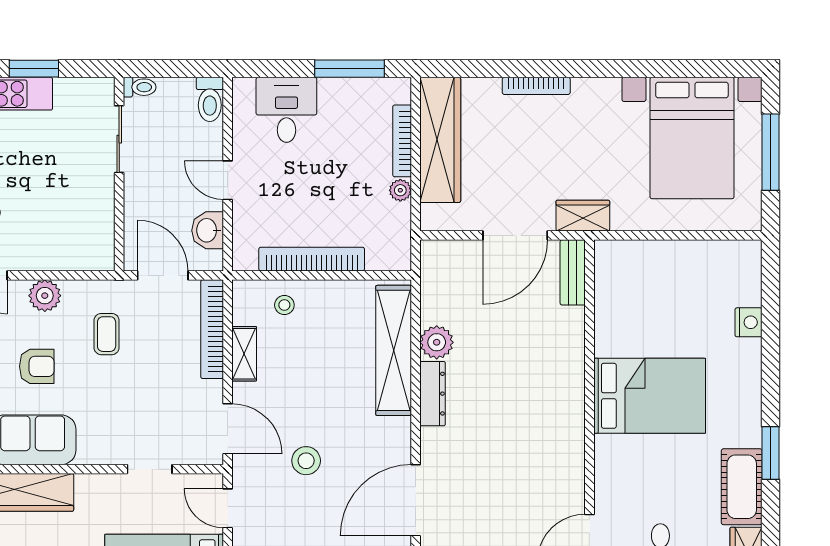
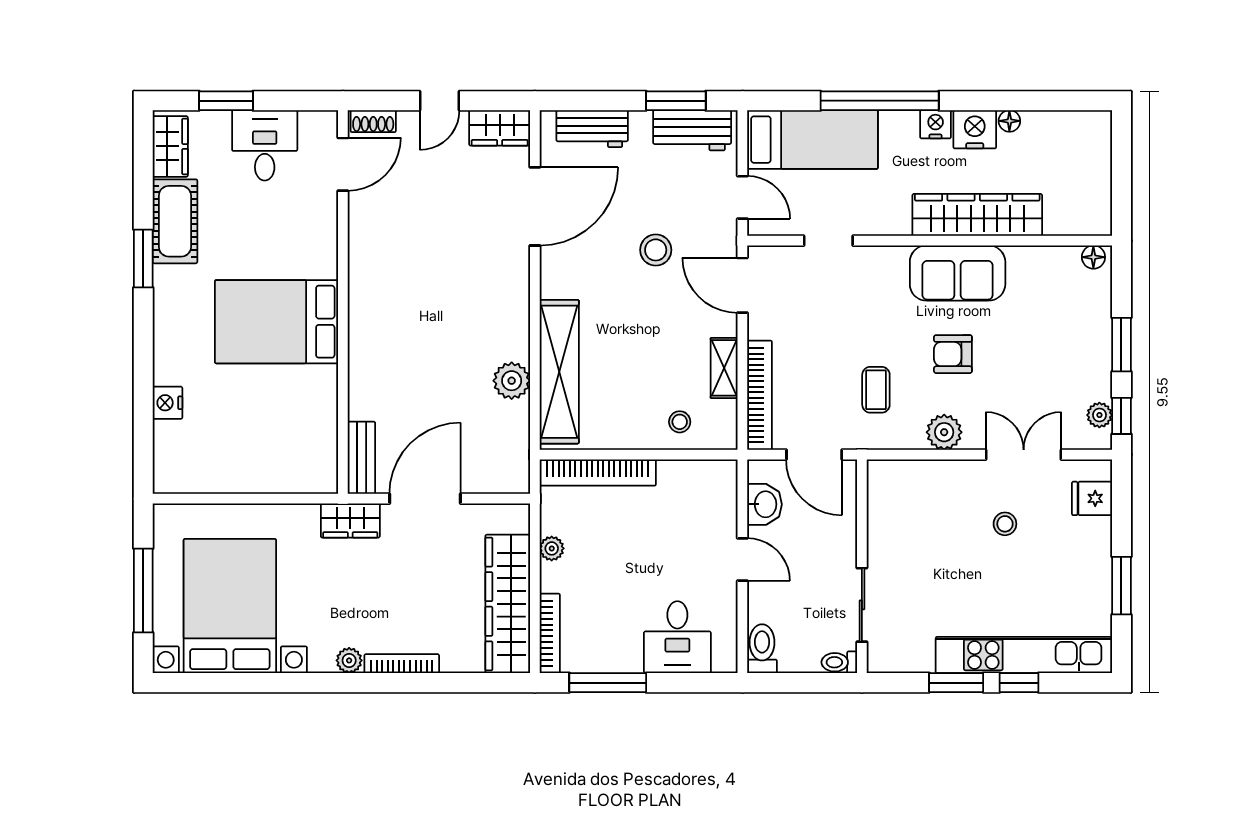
plant: (584, 89) -> (349, 660), added
bookcase: (402, 141) -> (550, 633), moved
bookcase: (312, 259) -> (598, 473), moved
dresser: (433, 394) -> (516, 324), removed

